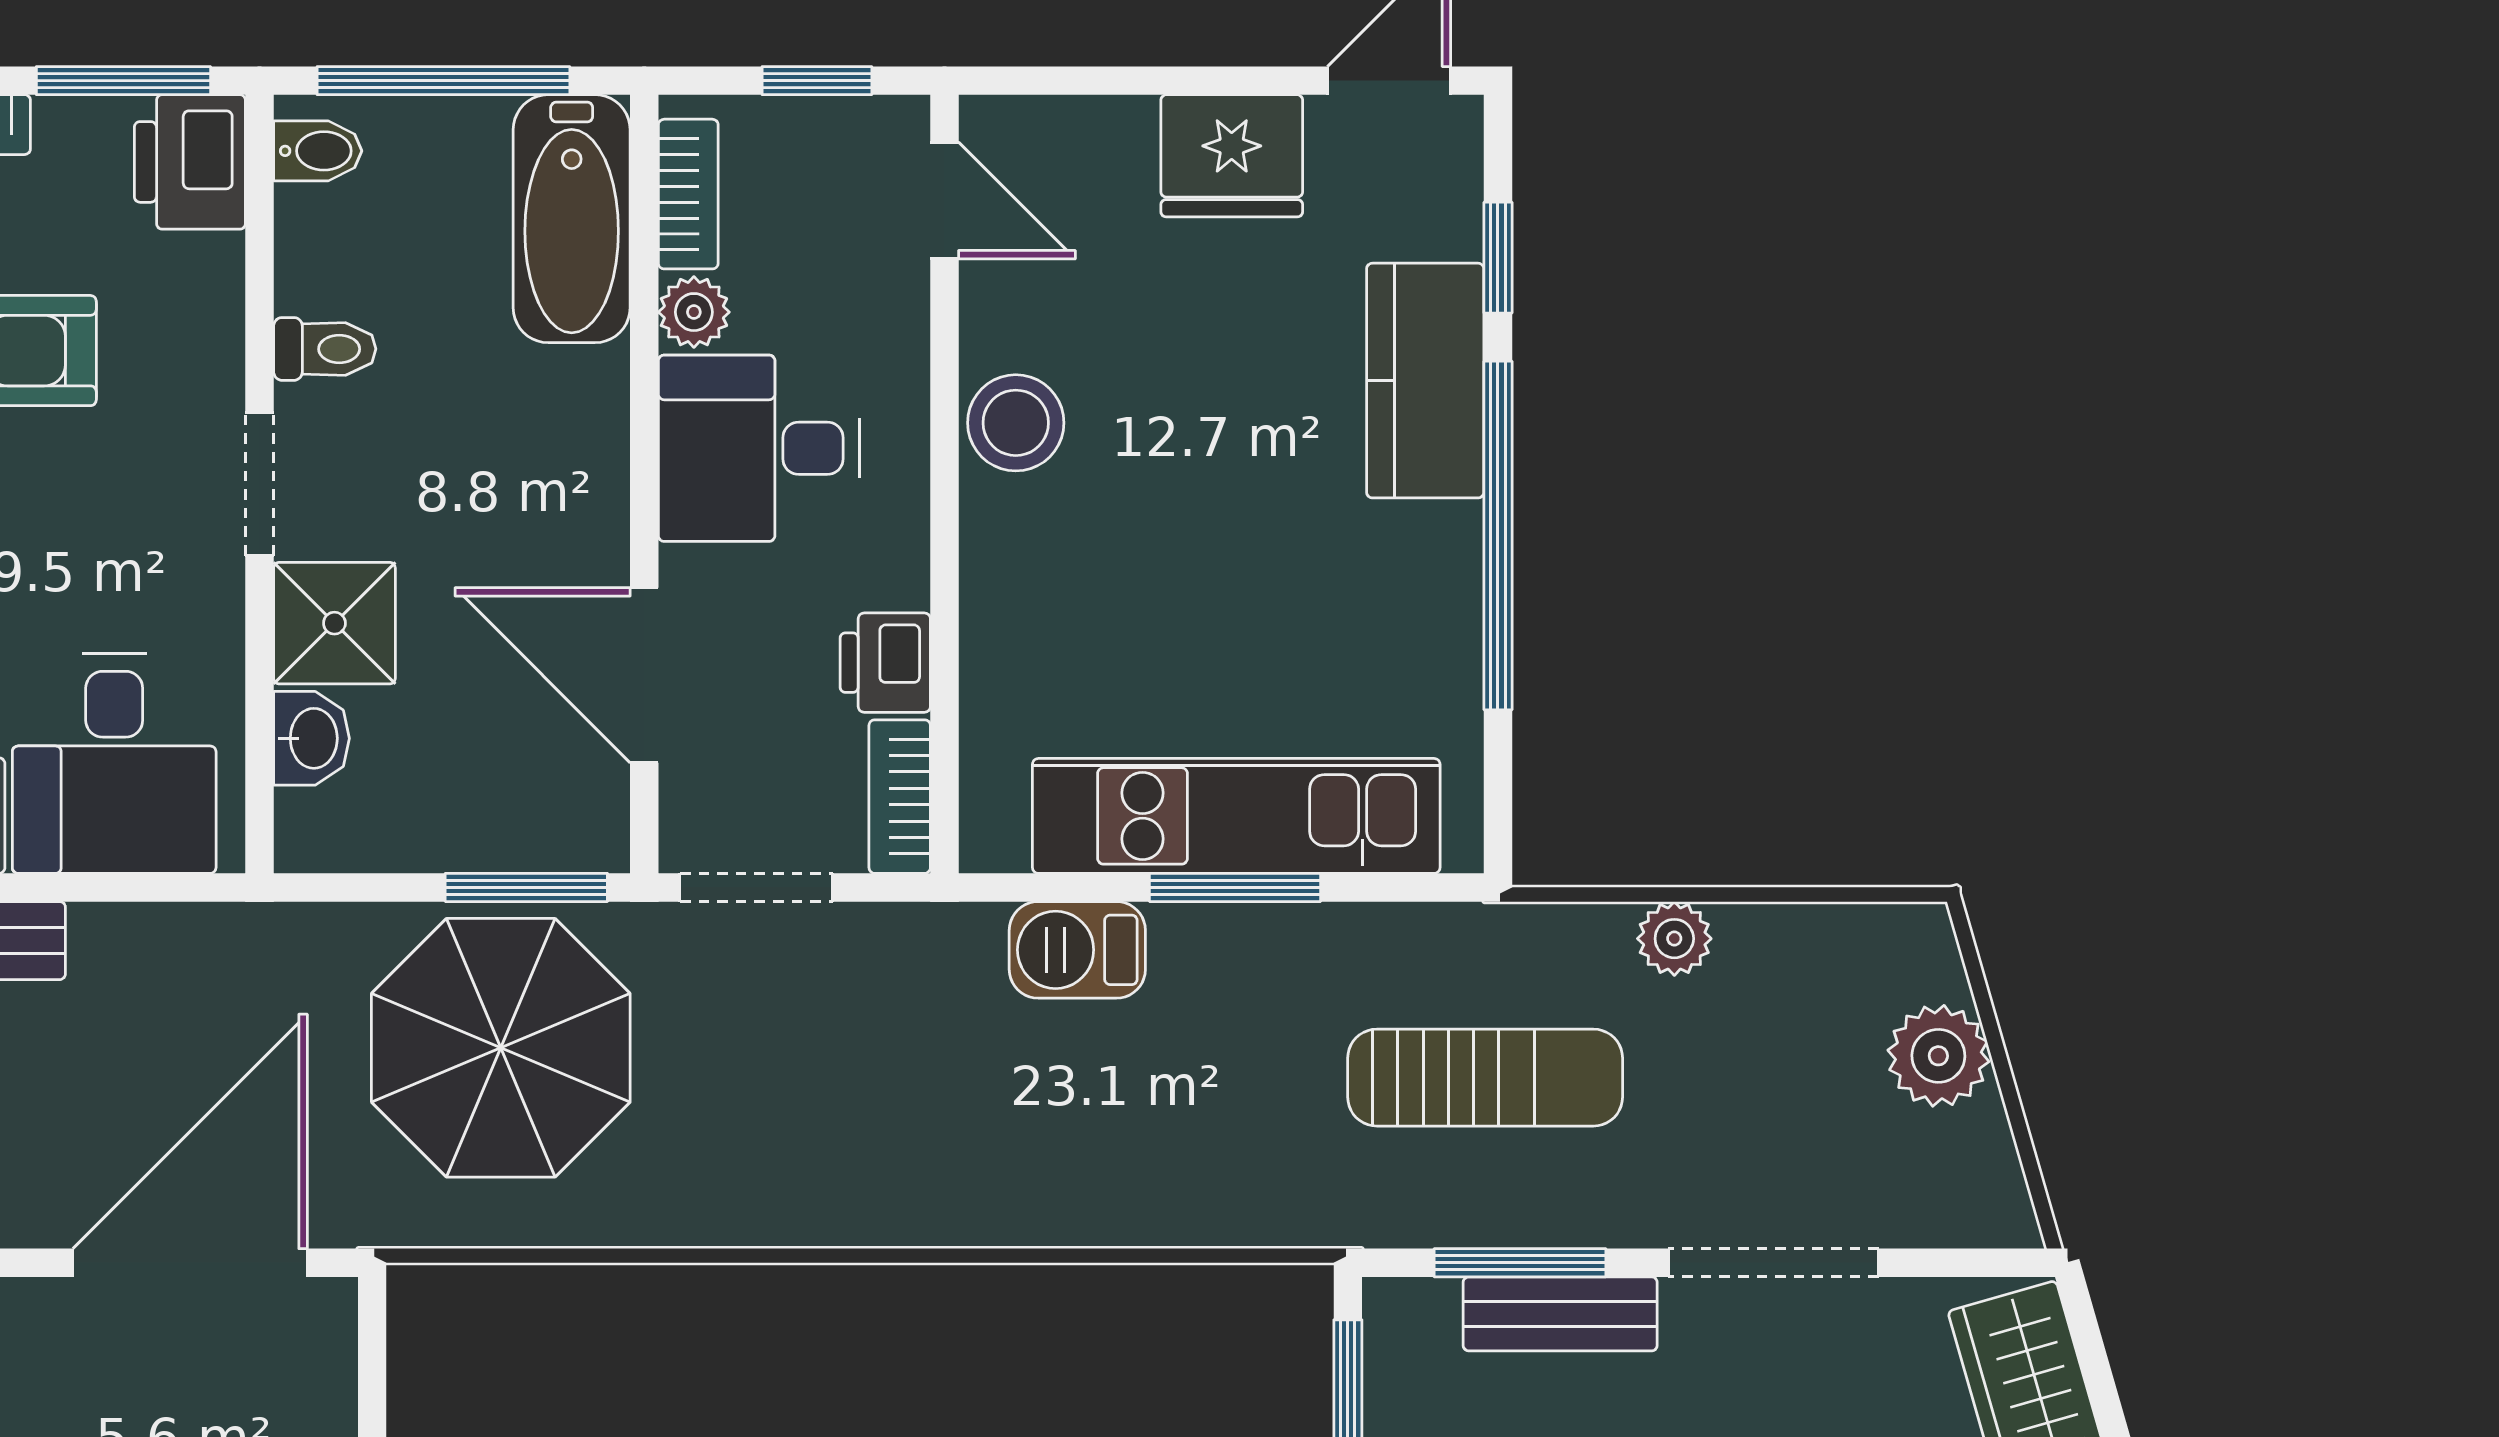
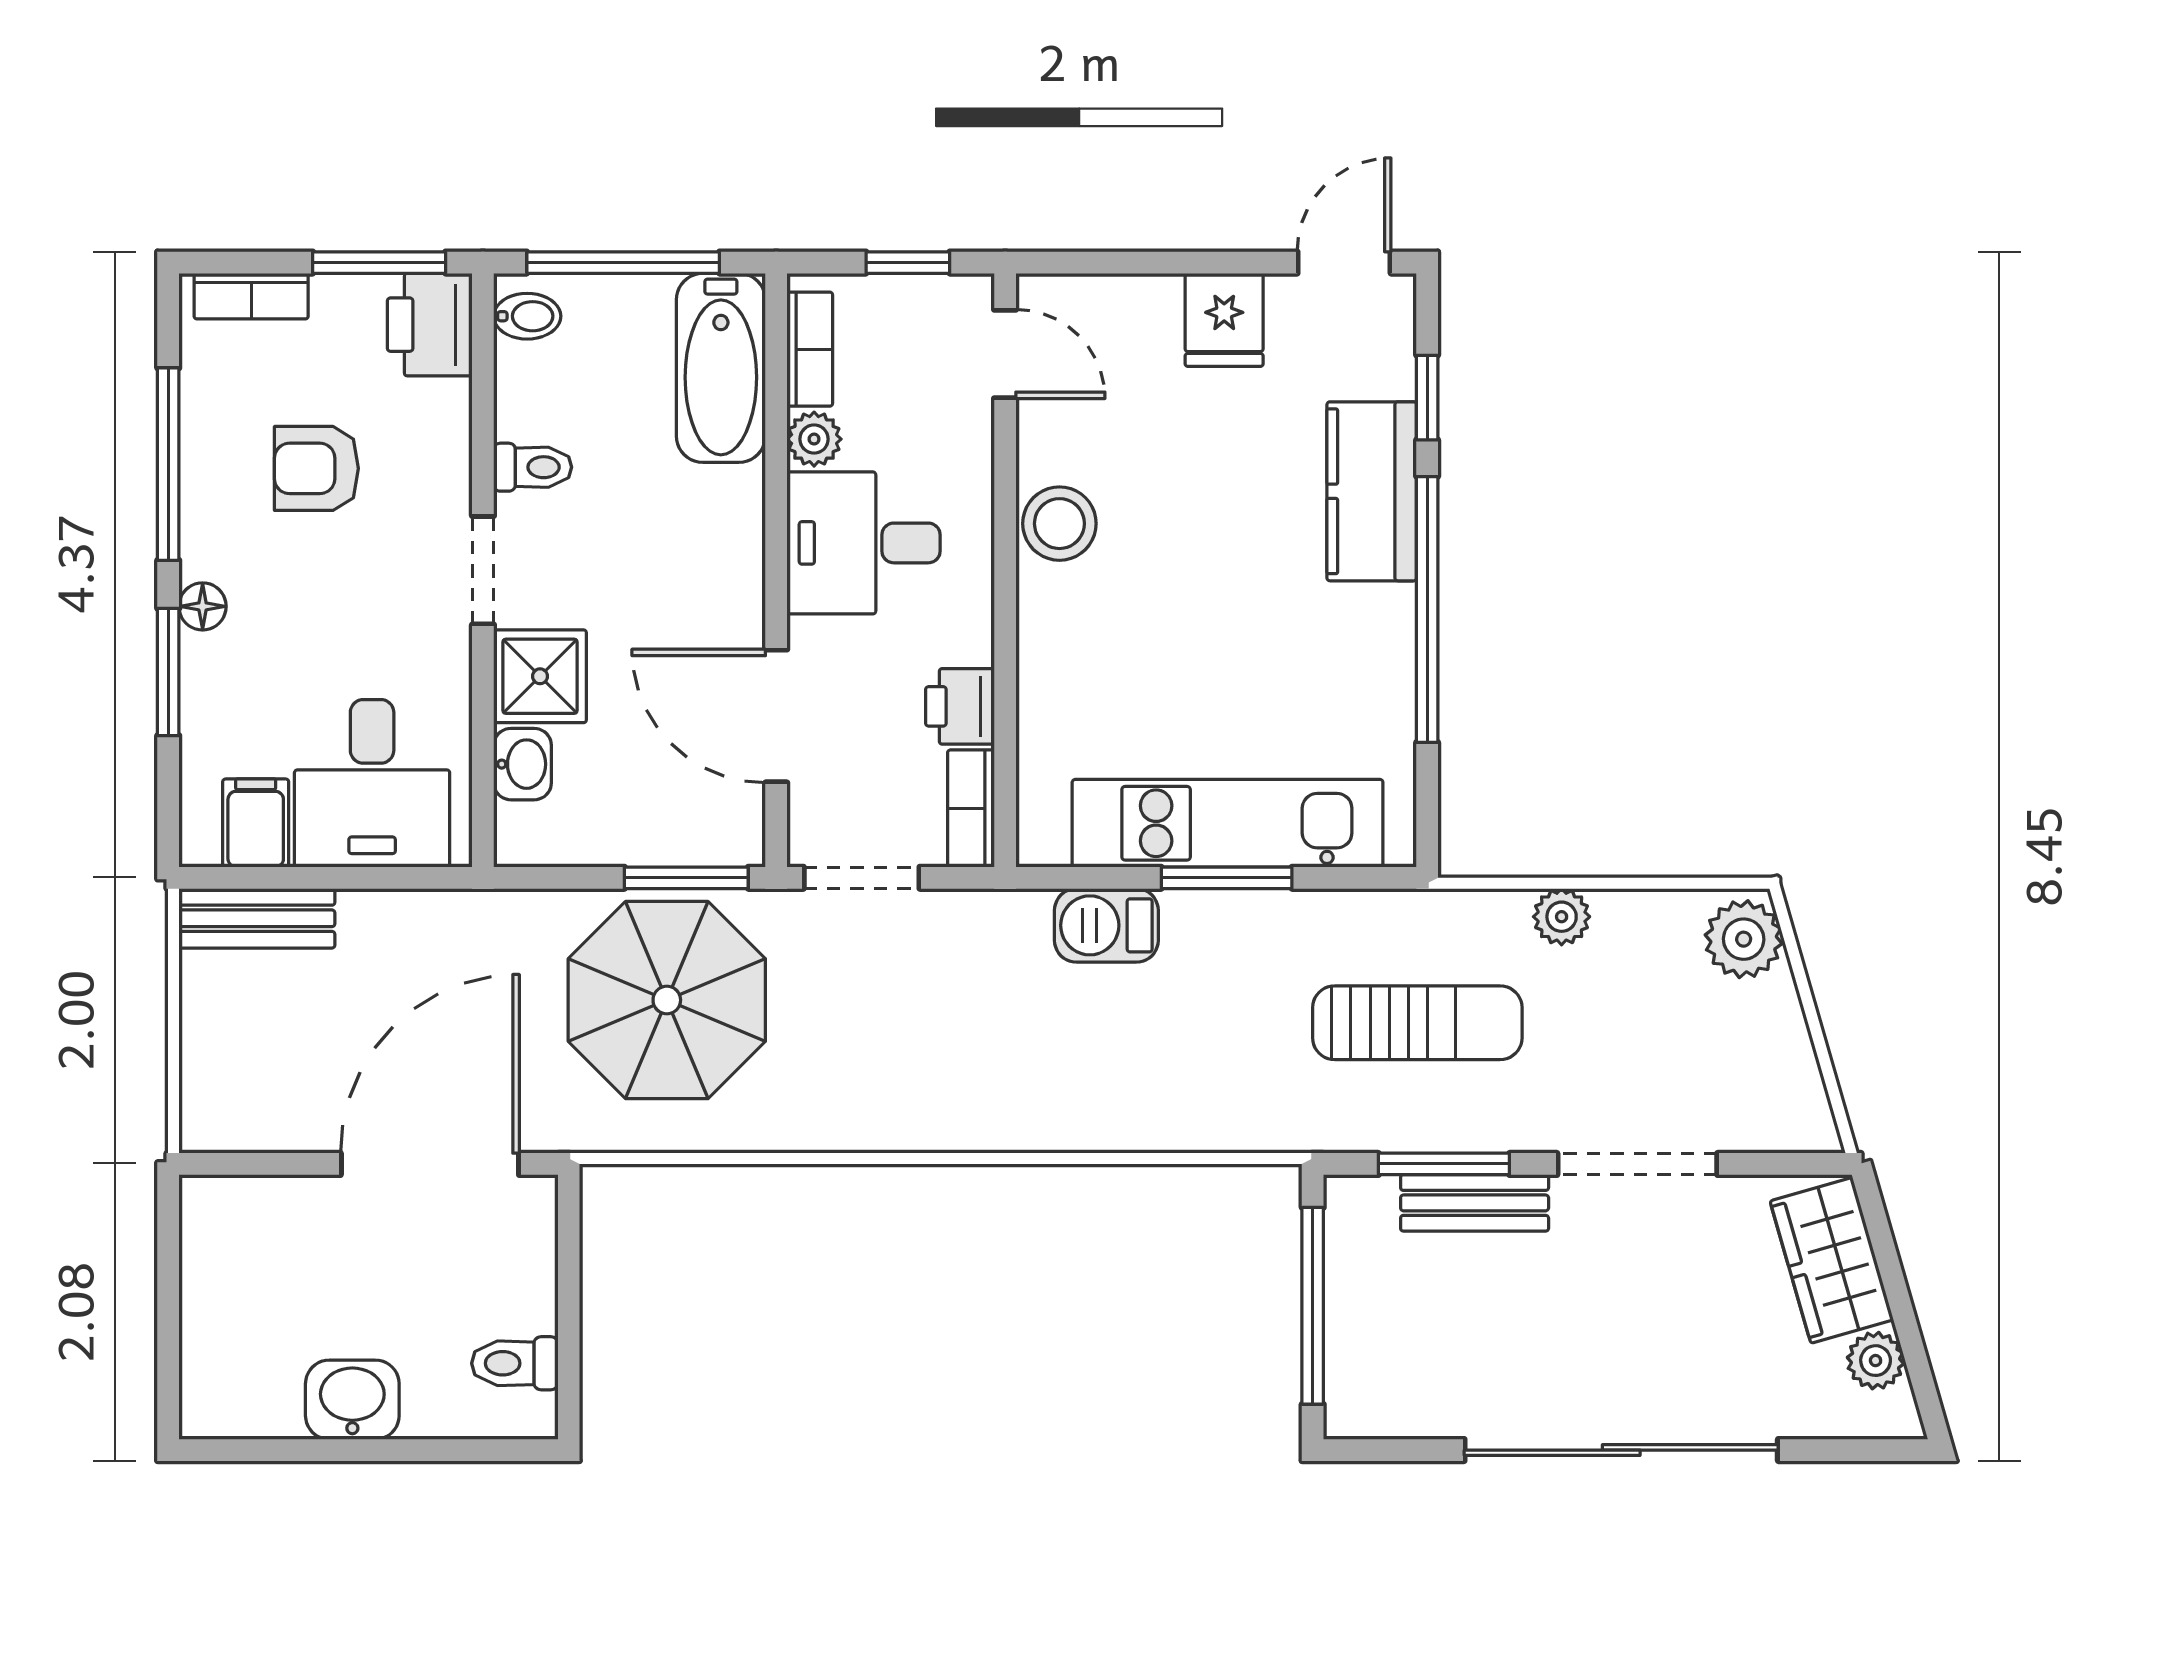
fridge: (1232, 156) -> (1224, 320), width x0.72
plant: (1938, 1056) -> (1744, 939), moved

